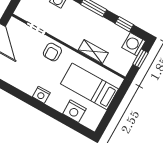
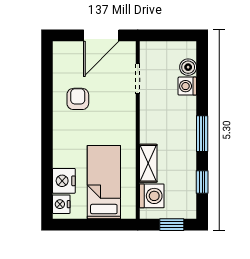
washing machine: (134, 44) -> (152, 196), moved, turned 90
armchair: (52, 52) -> (78, 99), moved, turned 90
nightstand: (41, 95) -> (61, 204), moved

